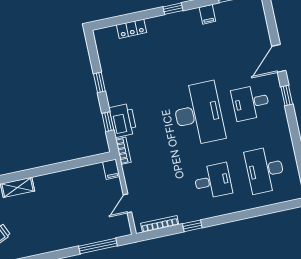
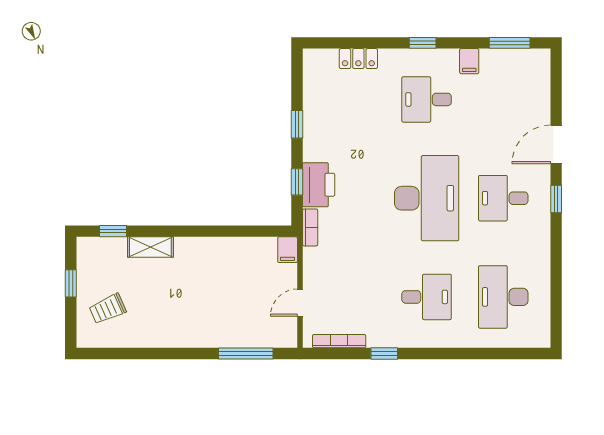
desk: (184, 47) -> (427, 99), added

